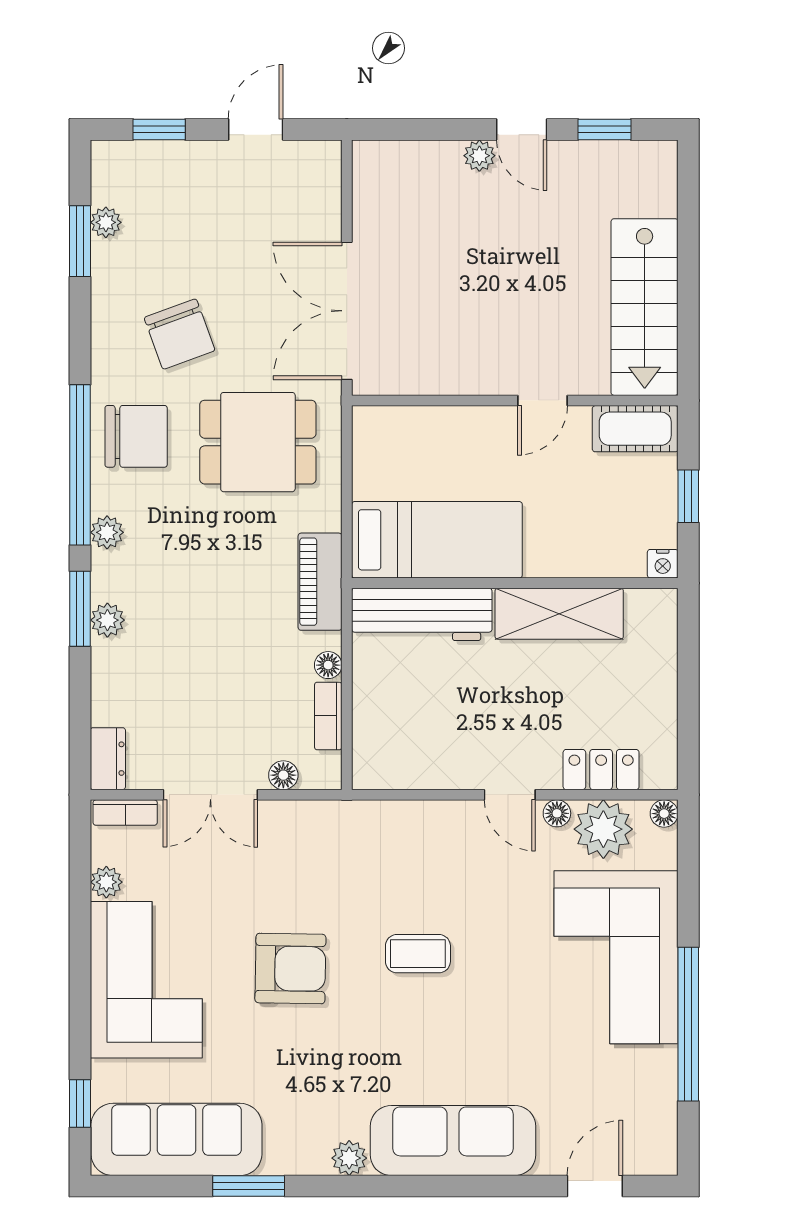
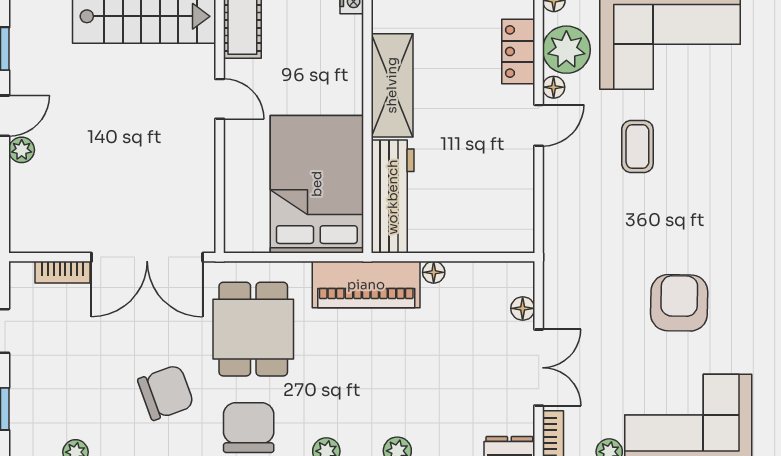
bed: (437, 540) -> (317, 184), width x1.50
piano: (320, 582) -> (366, 285), width x1.37, depth x1.33
bookcase: (328, 716) -> (63, 272), moved
coffee table: (418, 954) -> (637, 146), moved

